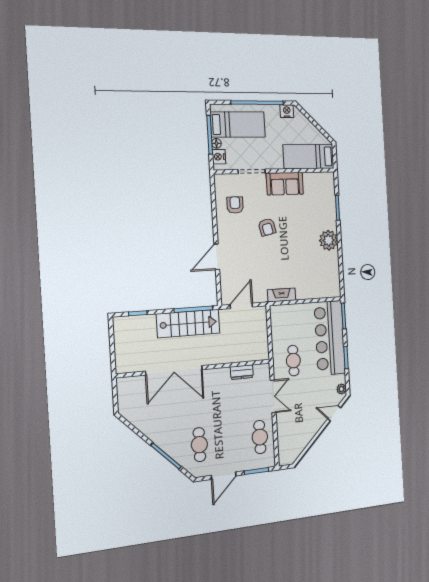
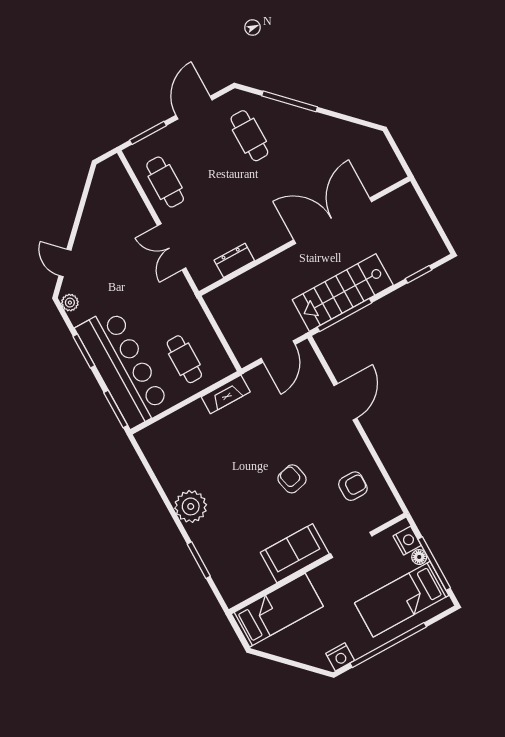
armchair: (235, 205) -> (353, 486), turned -90
cafe table: (293, 361) -> (184, 359), moved
door: (334, 413) -> (65, 263), swing flipped

